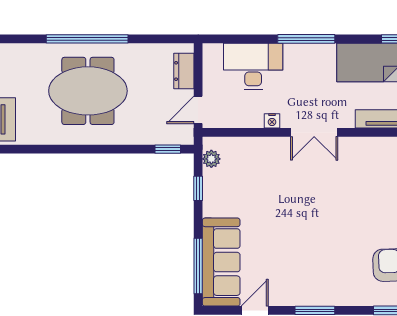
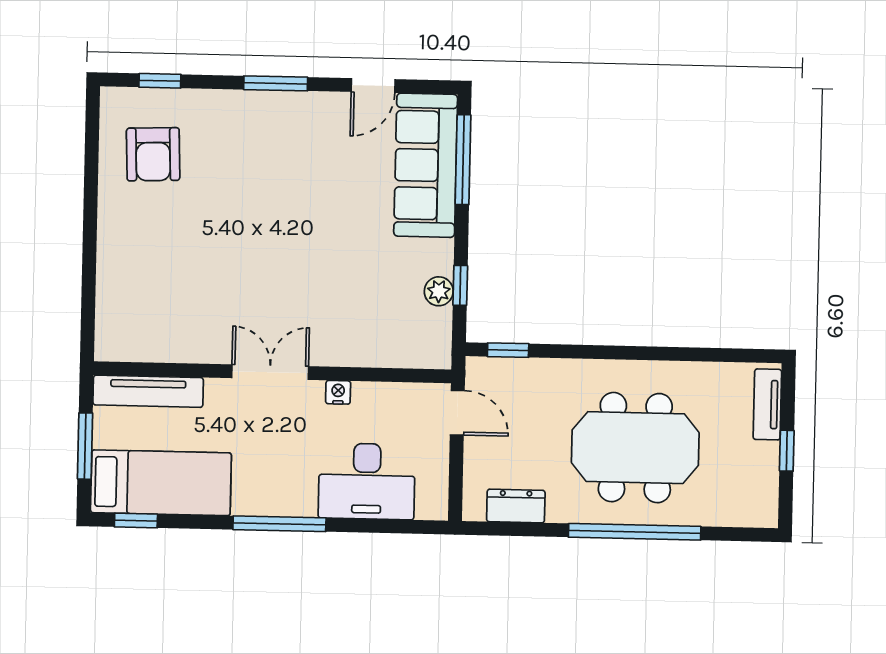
dresser: (184, 71) -> (516, 506), moved, turned -90
door: (198, 110) -> (457, 413), hinge flipped
plant: (211, 159) -> (439, 291), moved

